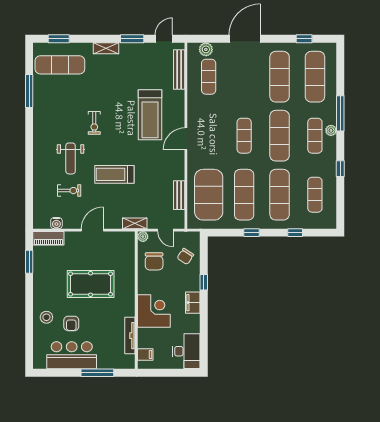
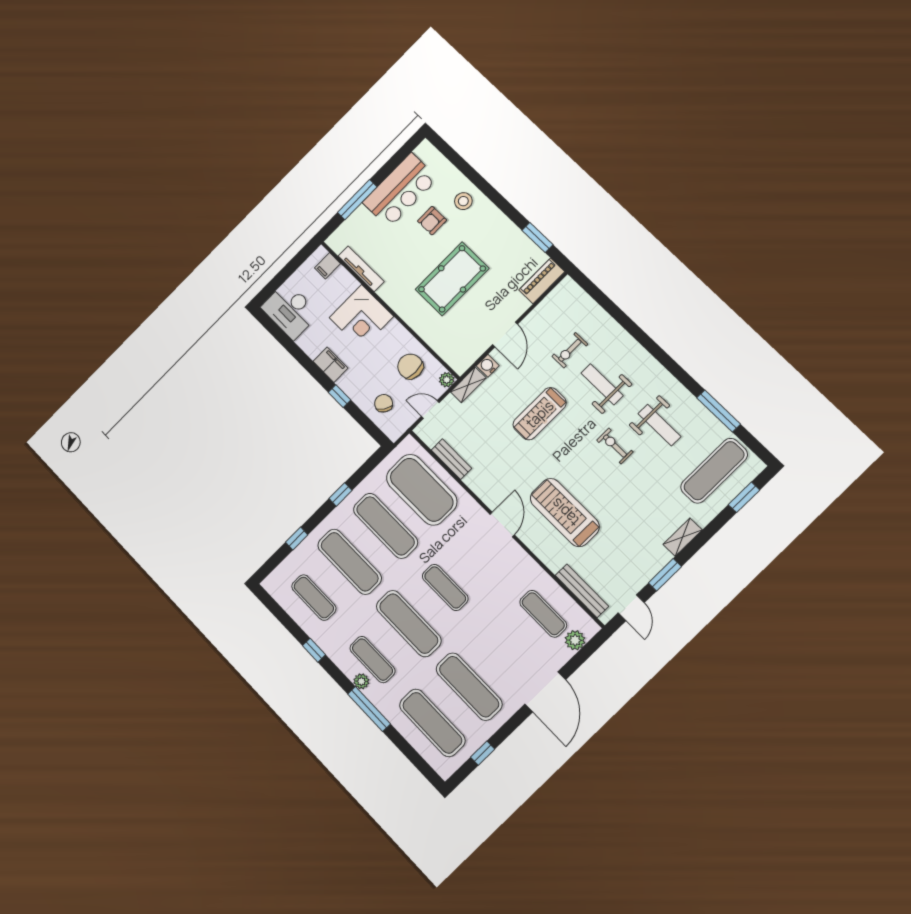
weight bench: (63, 112) -> (660, 425), added
treadmill: (114, 174) -> (540, 414), turned 180
water cooler: (56, 223) -> (488, 366), moved
armchair: (71, 323) -> (432, 221), turned -90

